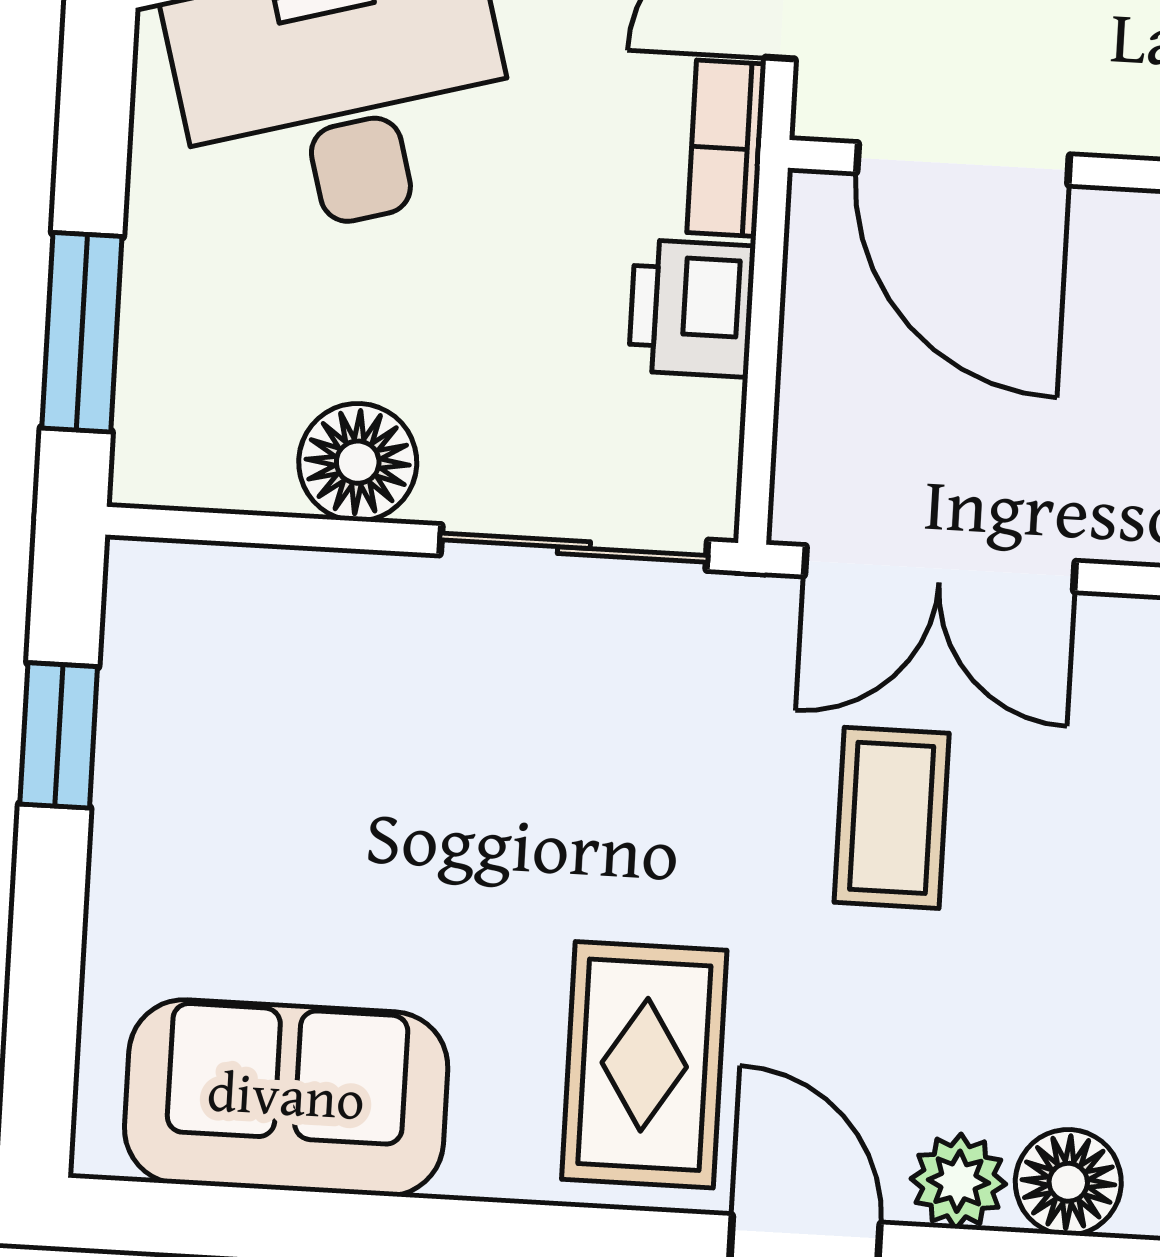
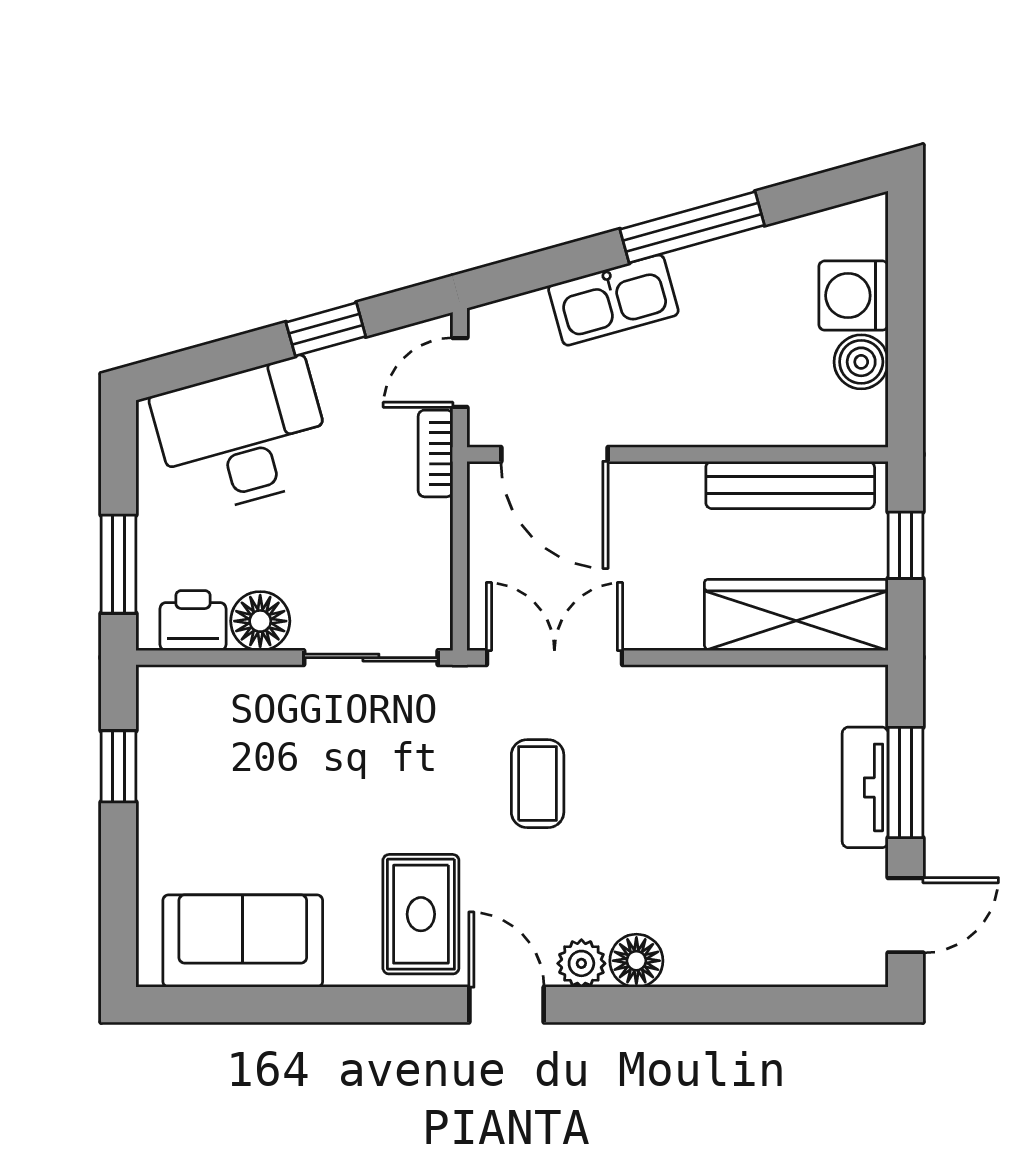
printer: (692, 308) -> (193, 621), moved, turned 90
double door: (940, 569) -> (554, 658), swing flipped

